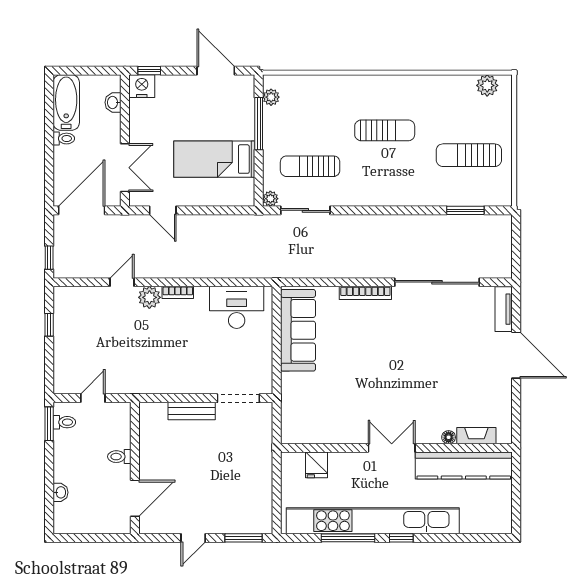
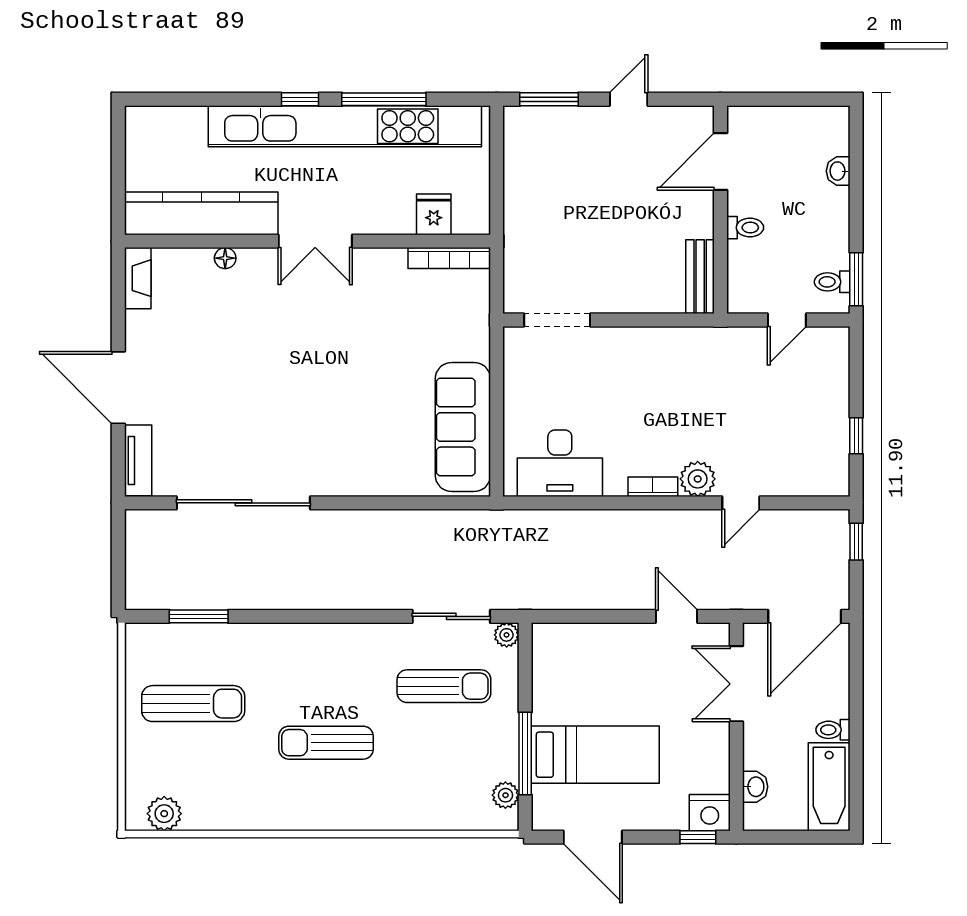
bed: (214, 159) -> (595, 755), moved
bookcase: (365, 293) -> (449, 258), moved, turned 180
bench: (192, 411) -> (700, 277), moved, turned 90
fireplace: (476, 436) -> (138, 278), moved, turned -90

